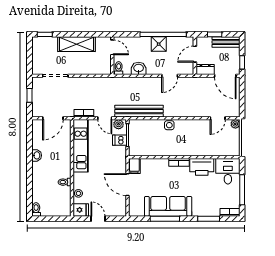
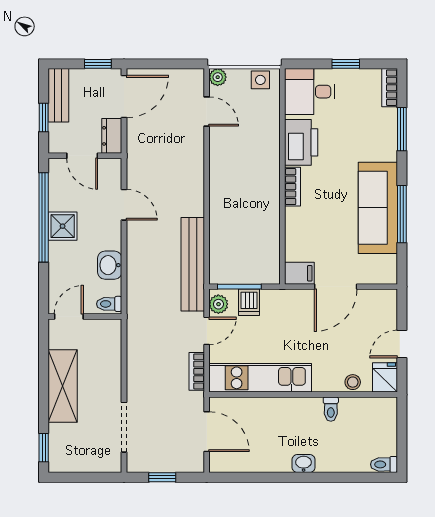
side table: (169, 125) -> (260, 80), moved
washbasin: (37, 155) -> (304, 463), moved
window: (242, 190) -> (346, 64), width x0.46

